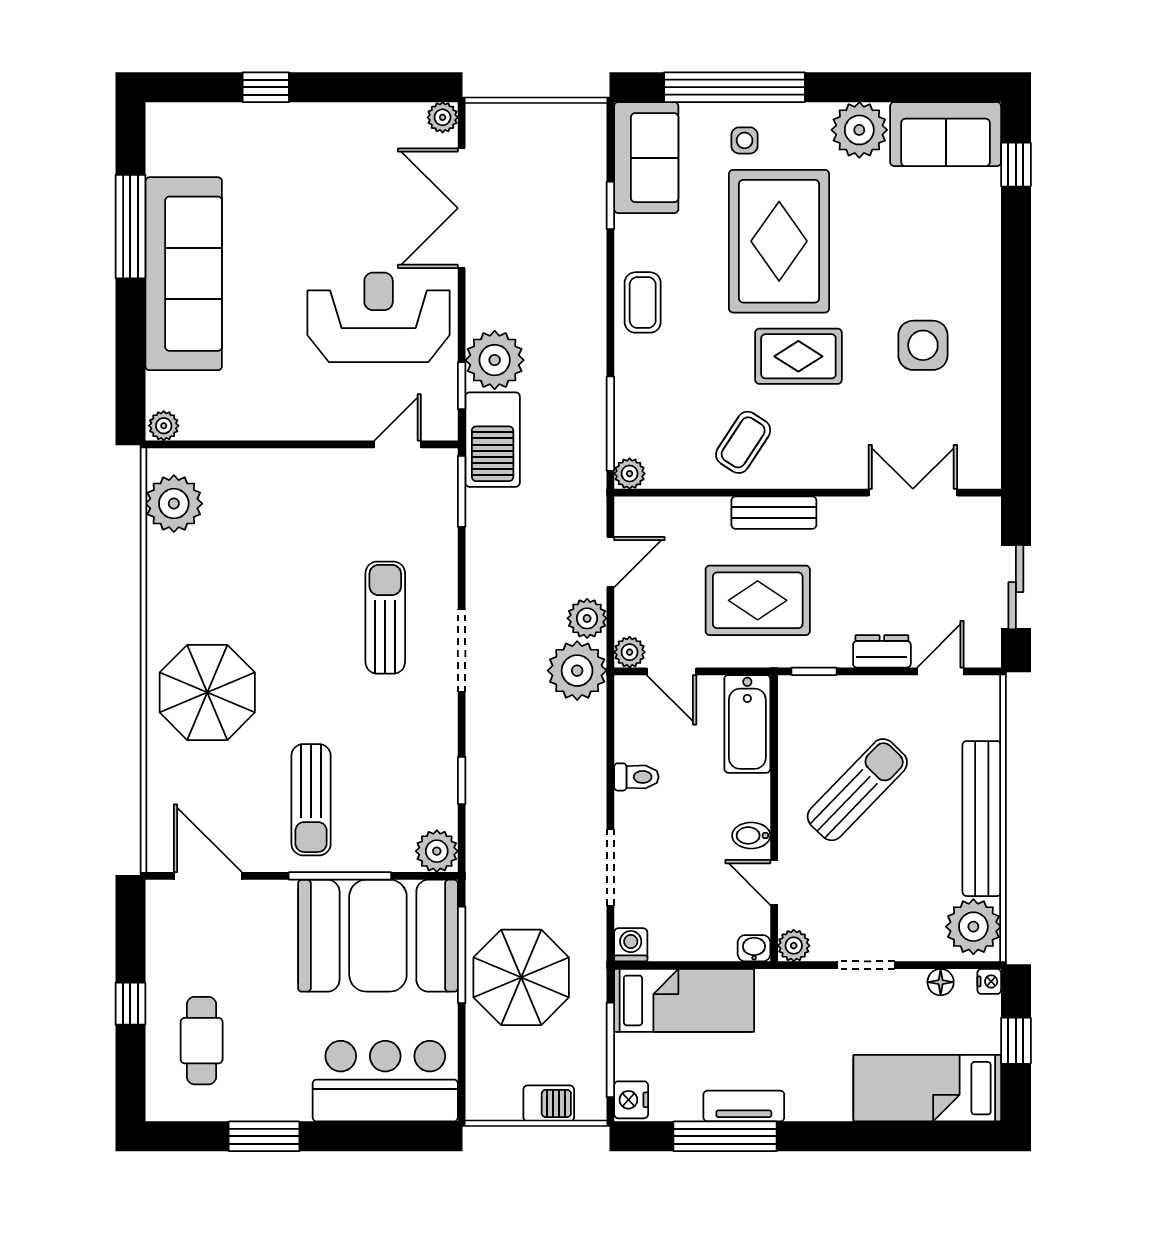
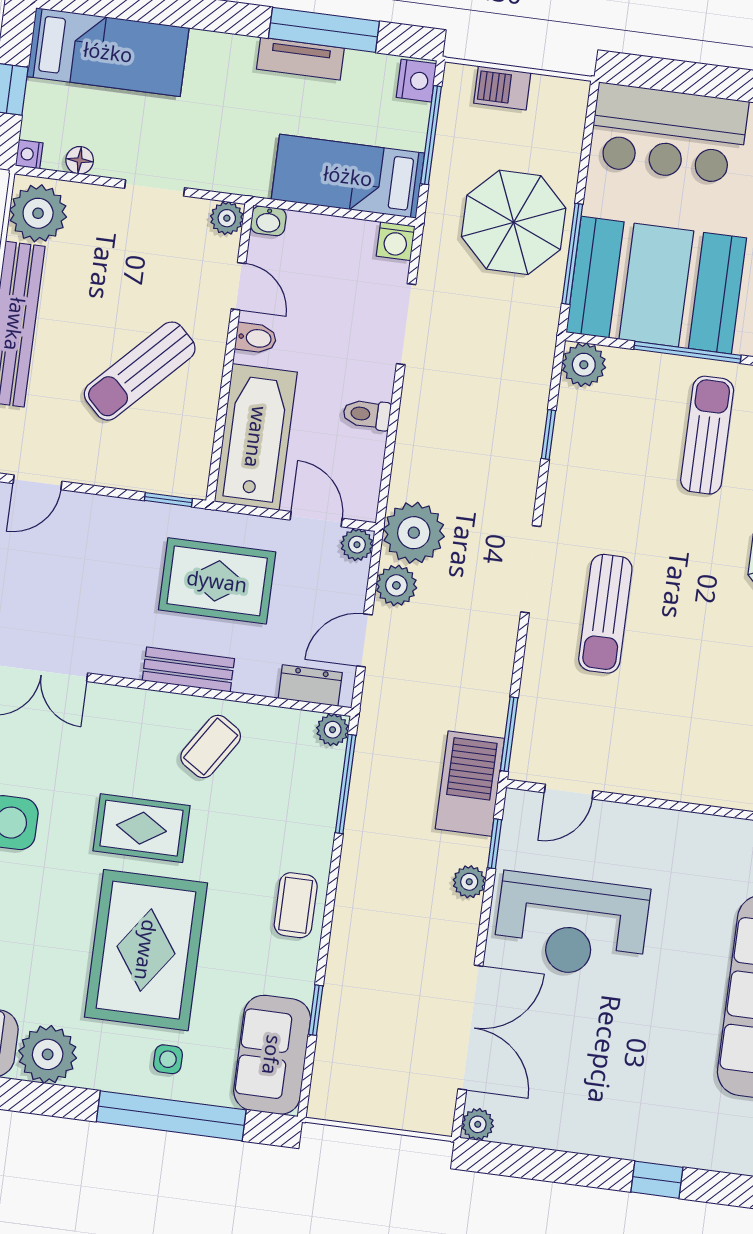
plant: (495, 360) -> (469, 882), width x0.53, depth x0.53
dresser: (882, 651) -> (310, 685), moved, turned 180
bathtub: (747, 724) -> (256, 437), width x1.36, depth x1.36

